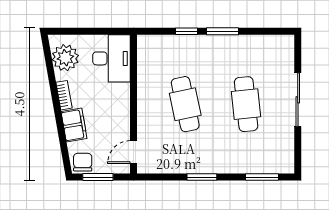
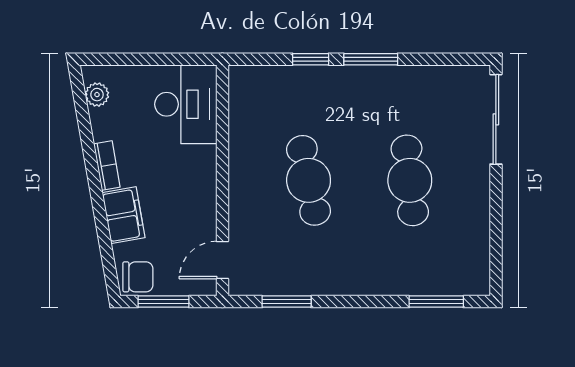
plant: (65, 58) -> (97, 95), width x0.53, depth x0.53
sliding door: (298, 100) -> (496, 119), moved
chair: (83, 162) -> (138, 277), turned 90
window: (202, 177) -> (287, 302), moved

